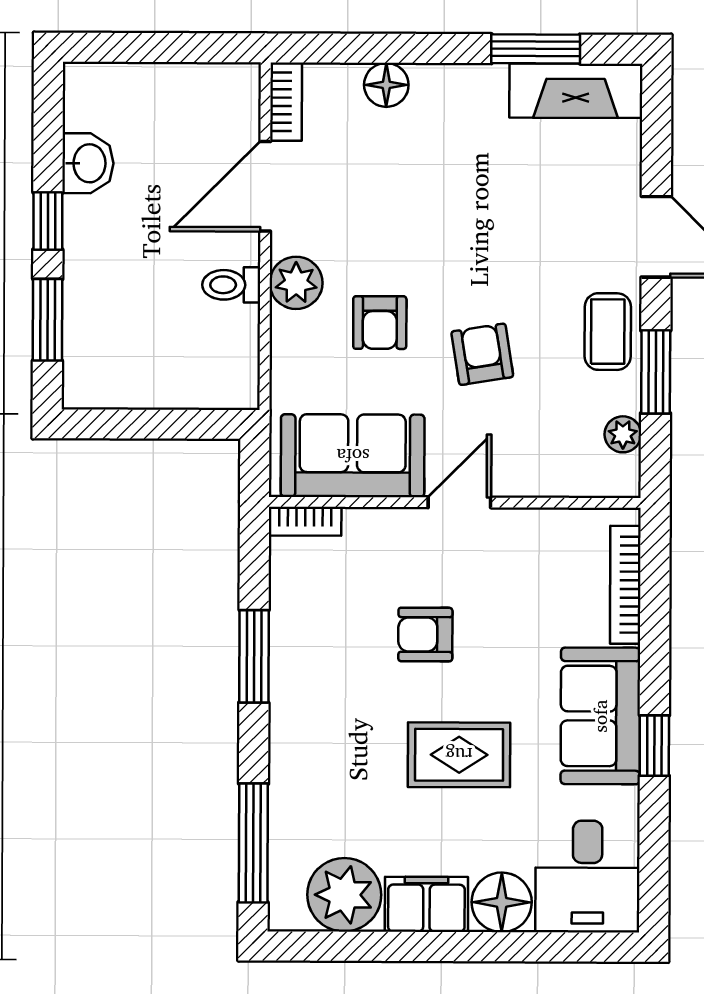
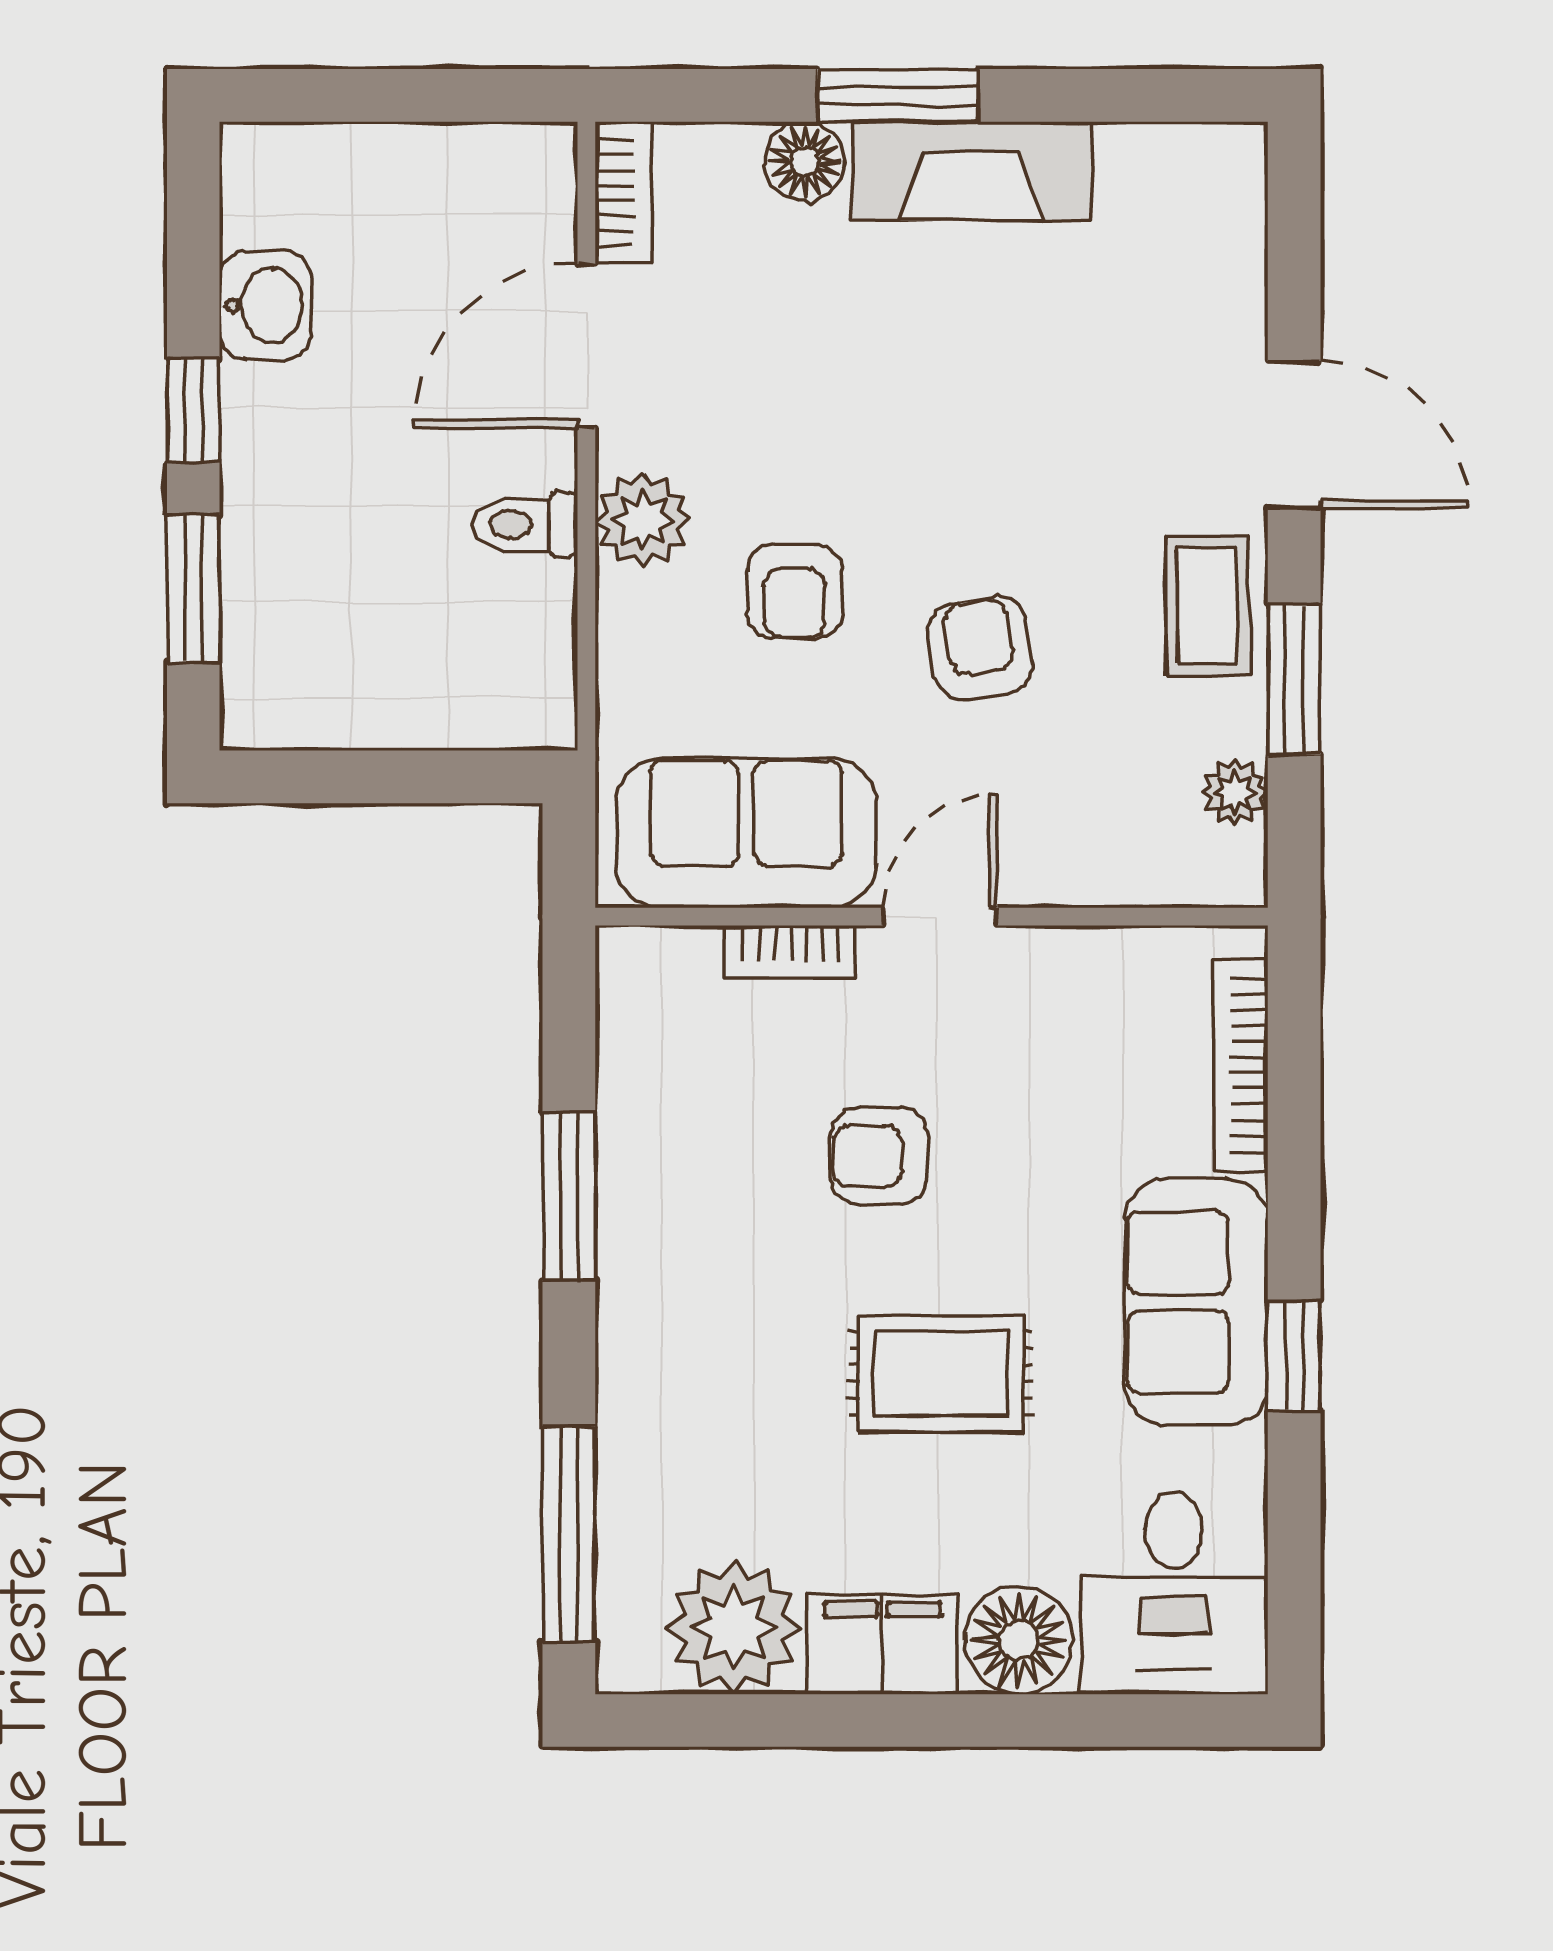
window: (536, 49) -> (898, 95), moved
fireplace: (576, 91) -> (972, 171), moved
bookcase: (305, 521) -> (790, 952), moved

